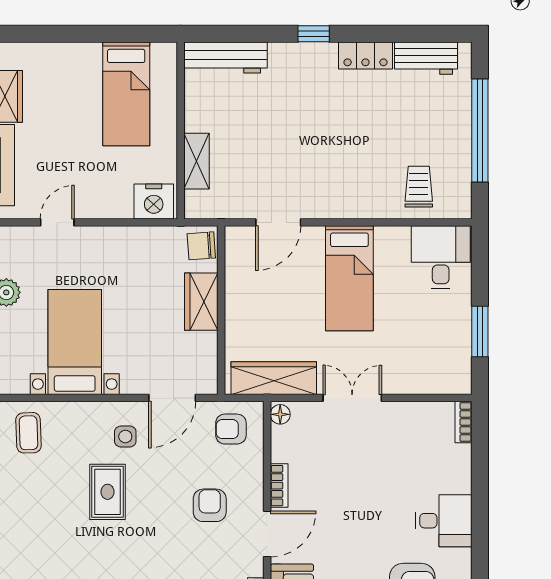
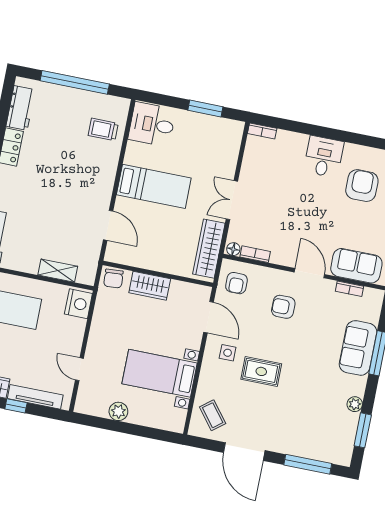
coffee table: (28, 433) -> (213, 415), turned 54
bookcase: (279, 486) -> (255, 254), moved

